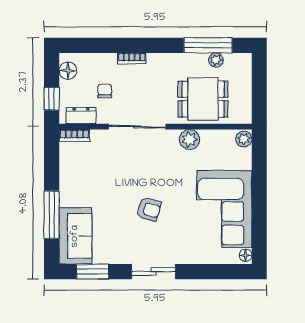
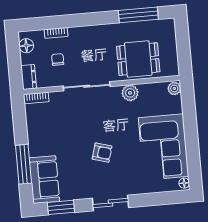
bookcase: (132, 58) -> (56, 33), moved
plant: (216, 60) -> (146, 26), removed
window: (52, 99) -> (15, 70), removed
dresser: (81, 116) -> (29, 77), moved, turned 90

